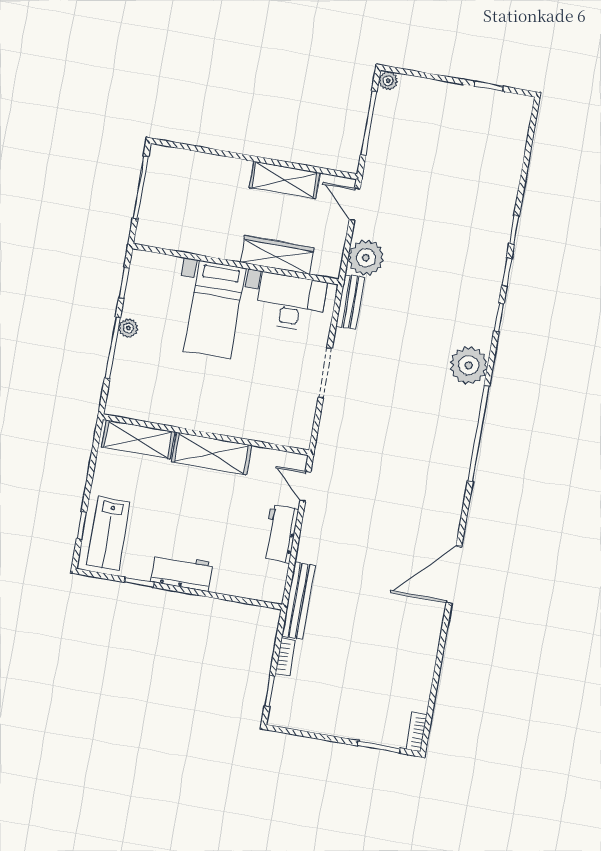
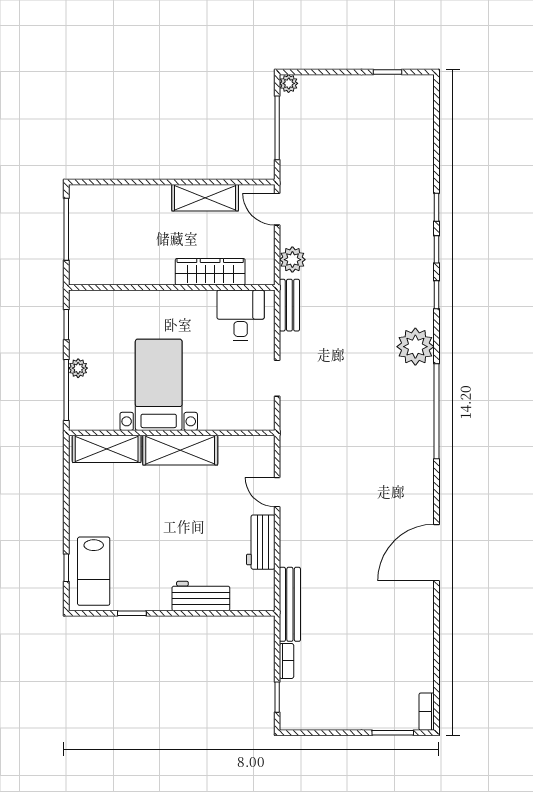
plant: (366, 258) -> (292, 260), width x0.73, depth x0.73
desk: (291, 302) -> (241, 315), width x0.73
bed with nightstands: (215, 310) -> (159, 385), moved, turned 180
doorway: (325, 373) -> (277, 378), width x0.73
wall: (206, 435) -> (172, 433), moved
shelving: (138, 439) -> (107, 449), moved
shelving: (211, 453) -> (180, 450), moved
workbench: (182, 572) -> (201, 596), moved

